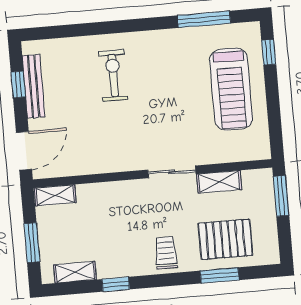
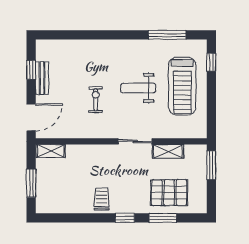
exercise bike: (113, 75) -> (96, 100), moved, width x0.73, depth x0.72
bench: (34, 86) -> (42, 78), width x0.73
weight bench: (170, 97) -> (138, 88), added
trolley: (166, 253) -> (102, 199), moved
shelving: (75, 272) -> (60, 207), removed
window: (116, 284) -> (125, 218), moved

